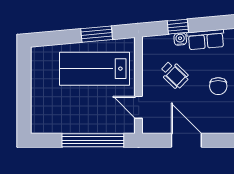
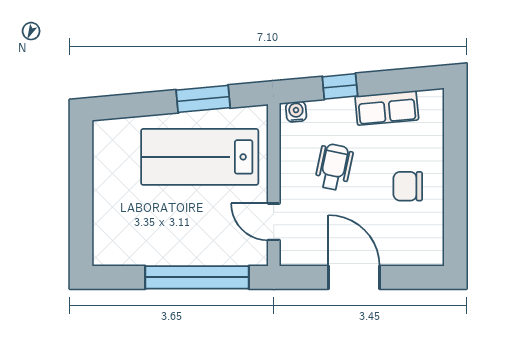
water cooler: (180, 39) -> (296, 112), moved
wheelchair: (174, 75) -> (334, 167), turned -122
chair: (218, 86) -> (408, 186), turned 90

